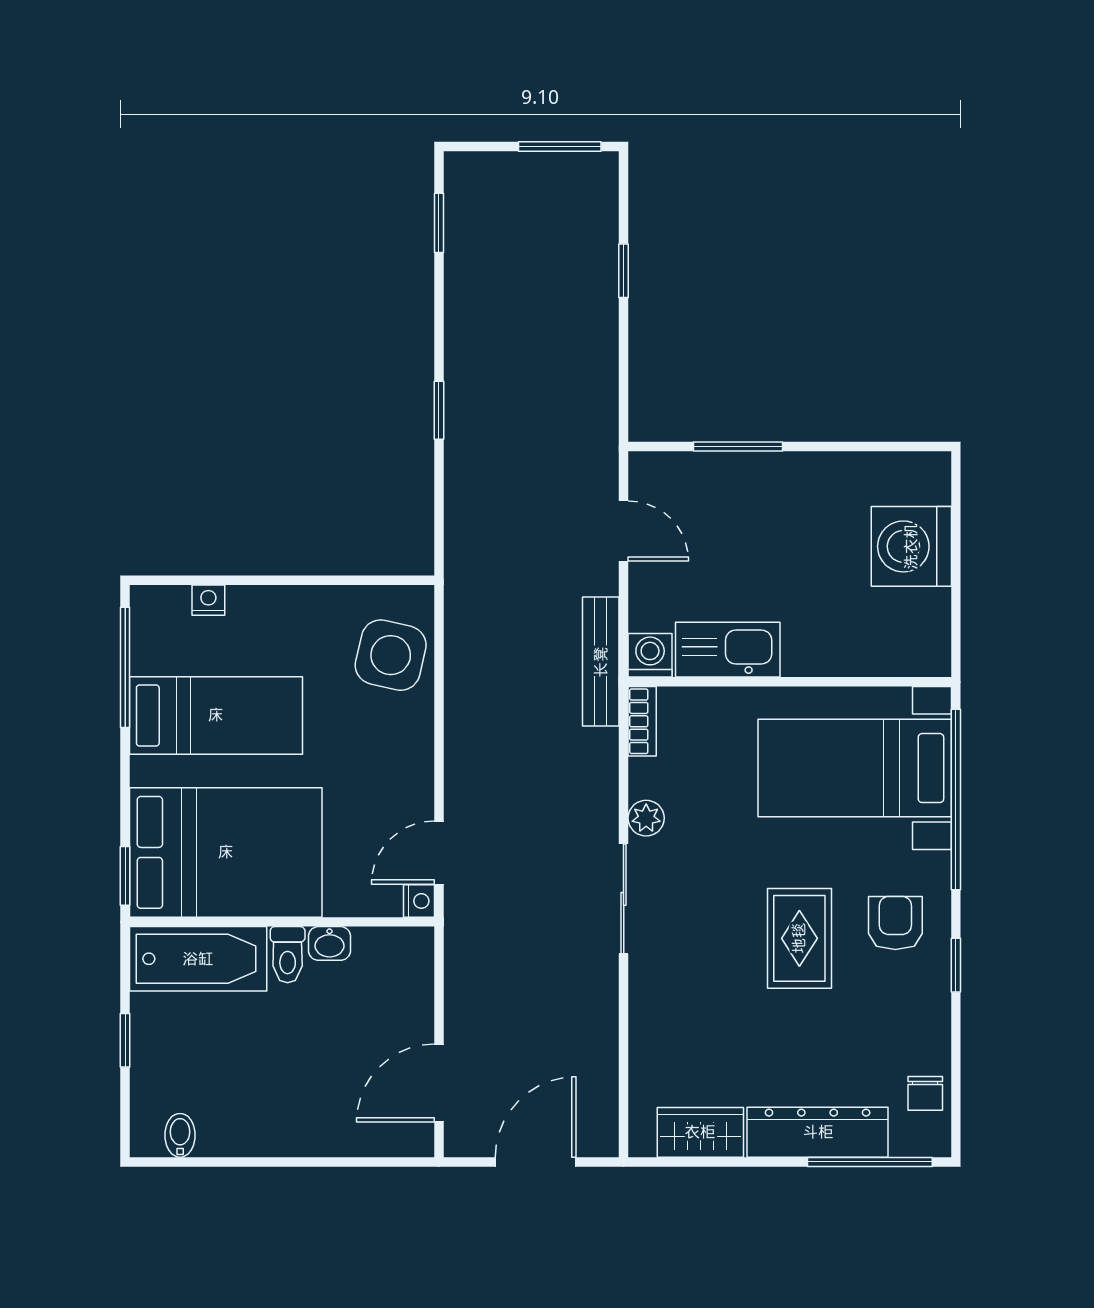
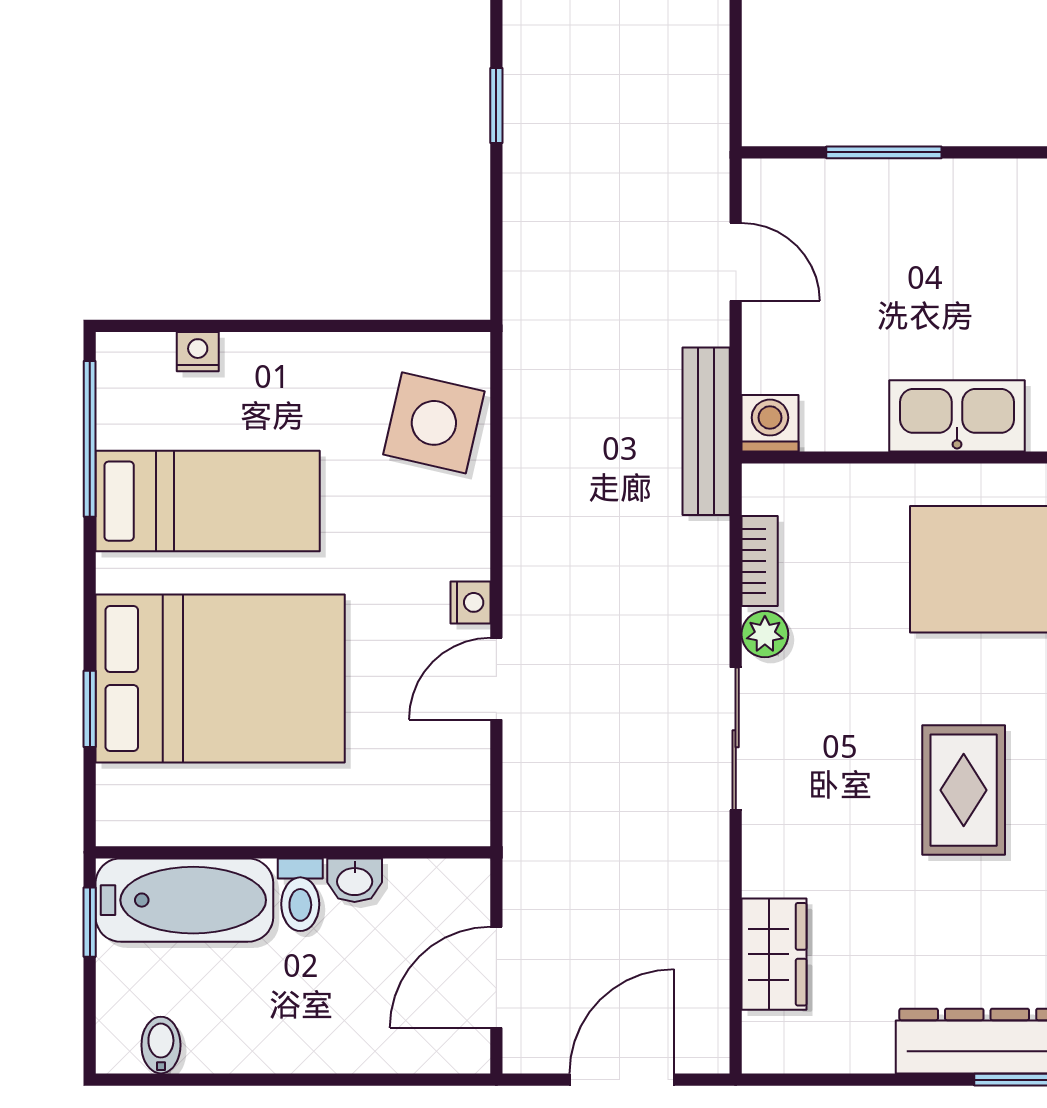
kitchen sink: (728, 650) -> (957, 416), moved
bookcase: (642, 721) -> (760, 561), moved
nightstand: (419, 901) -> (470, 602), moved
wall: (282, 922) -> (293, 852), moved
washbasin: (329, 943) -> (355, 880), moved
toilet: (288, 955) -> (300, 895), moved
bathtub: (198, 959) -> (184, 900), moved
wardrobe: (700, 1132) -> (774, 954), moved, turned 90

